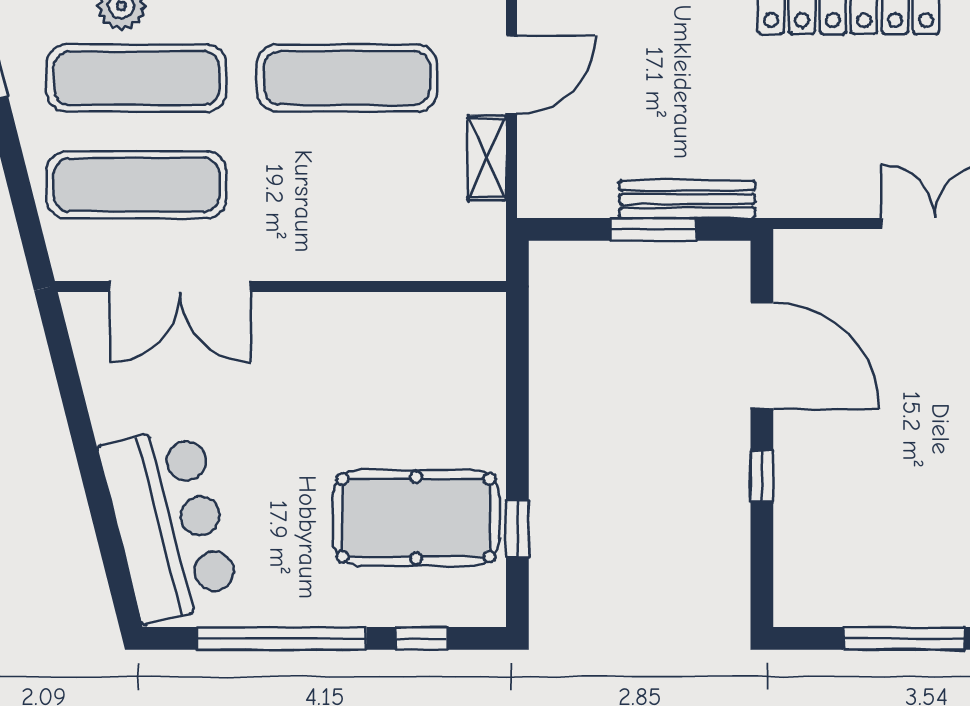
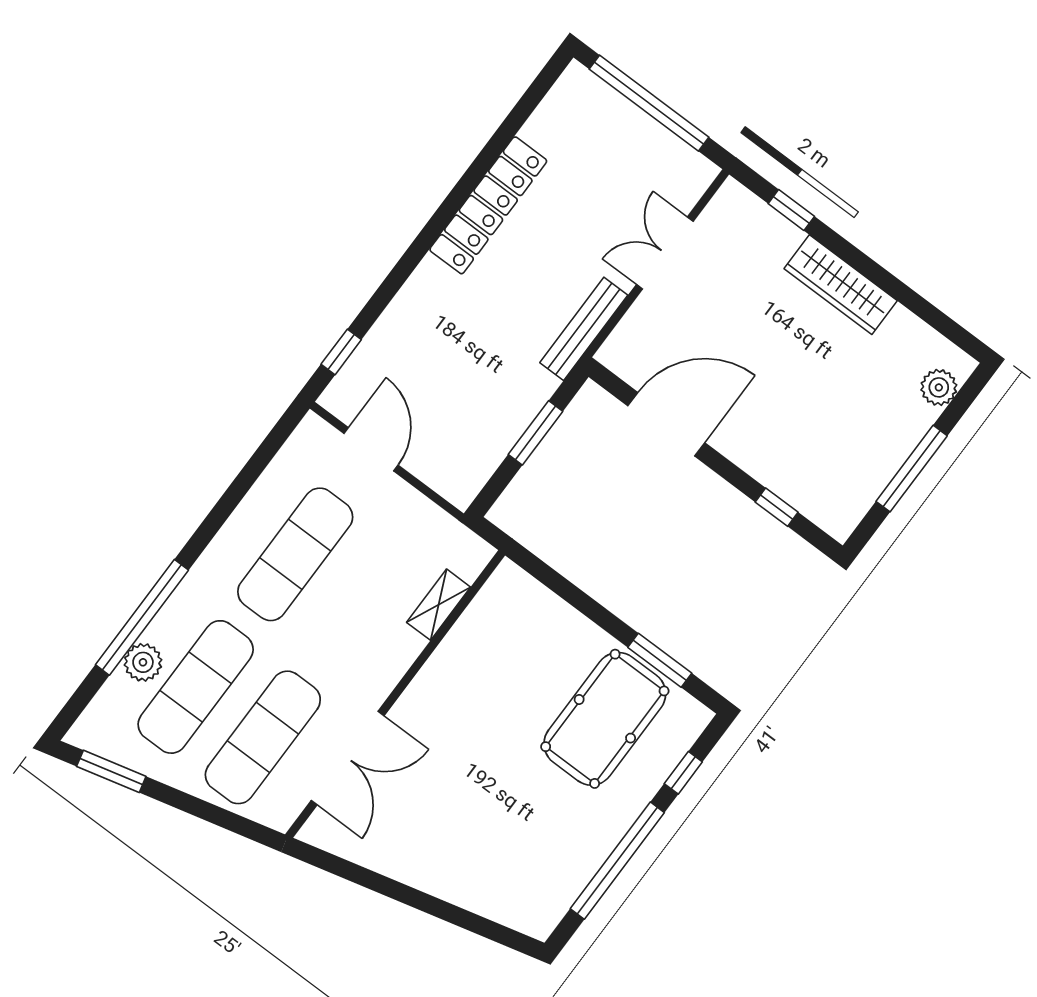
shelving: (487, 158) -> (439, 605), moved, turned 90
bench: (687, 199) -> (584, 329), moved
window: (762, 476) -> (777, 507), moved
bar counter: (169, 524) -> (492, 877), removed
window: (517, 529) -> (660, 660), width x1.50

